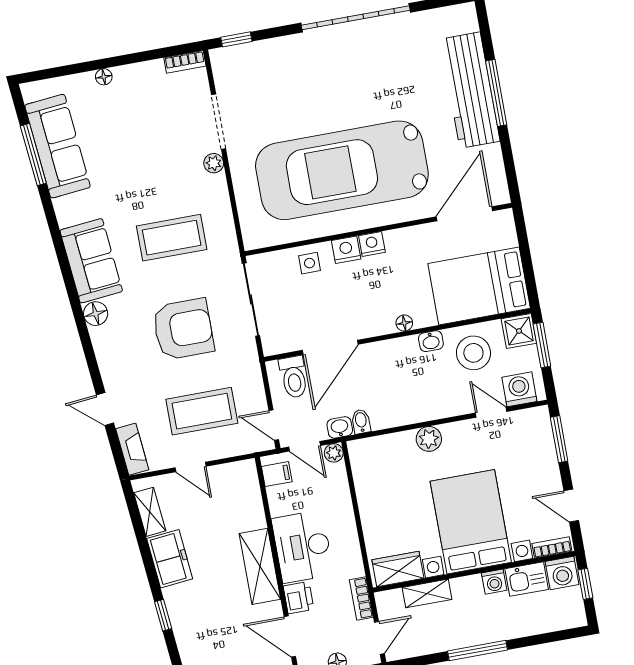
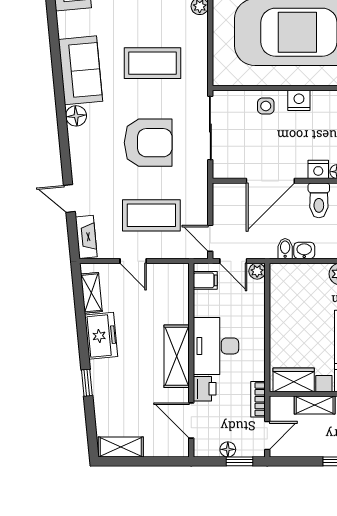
nightstand: (372, 244) -> (318, 169), moved, turned 180
toilet: (294, 377) -> (319, 200), moved
washbasin: (340, 427) -> (304, 250), moved

